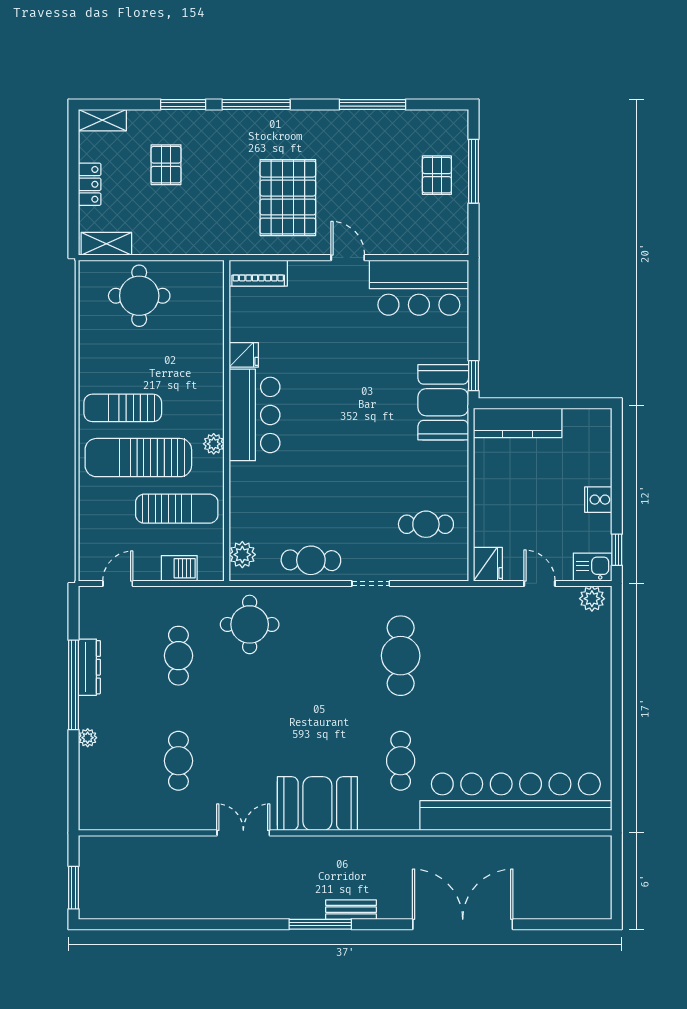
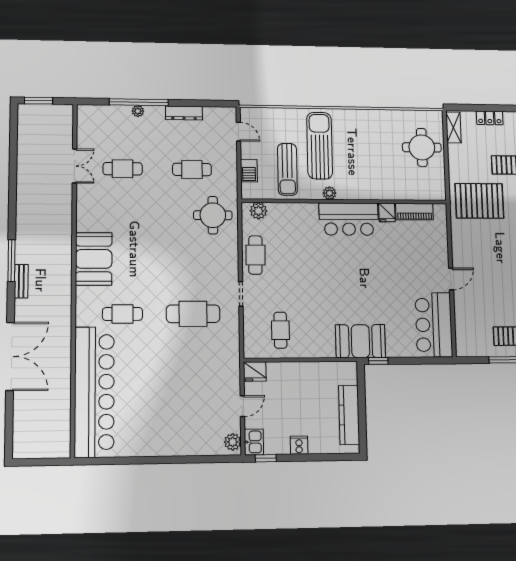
pallet: (288, 198) -> (479, 201), moved
piano: (258, 273) -> (414, 212), moved, turned -90
sun lounger: (123, 408) -> (351, 136), removed
kitchen counter: (518, 423) -> (349, 415), moved
window: (73, 685) -> (139, 102), moved
double door: (243, 833) -> (75, 166), moved

